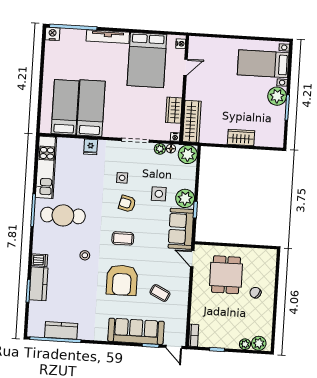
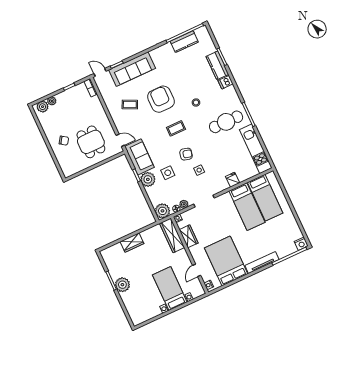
bed with nightstands: (263, 64) -> (170, 289), moved, turned -90

